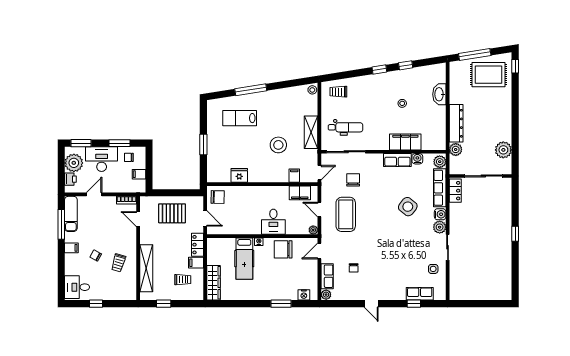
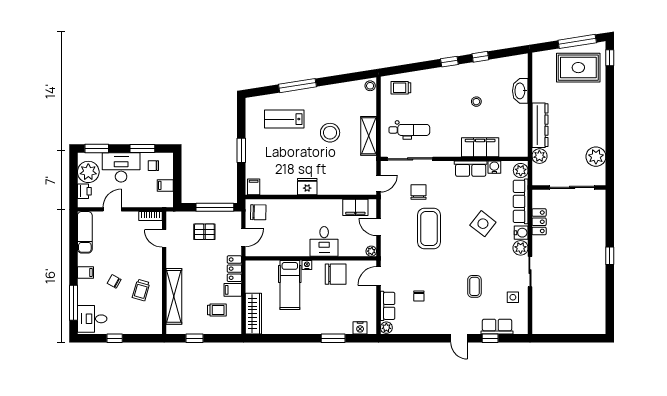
window: (475, 54) -> (577, 41), moved
stool: (278, 145) -> (330, 133), moved
fridge: (239, 175) -> (307, 187), moved
filing cabinet: (294, 176) -> (254, 187), moved
locker: (455, 191) -> (539, 222), moved
window: (181, 193) -> (215, 207), added
pallet: (172, 213) -> (204, 232), width x0.67, depth x0.71
coffee table: (346, 214) -> (429, 228), moved
door: (205, 218) -> (243, 238), hinge flipped
window: (61, 224) -> (73, 303), moved
chair: (283, 249) -> (336, 274), turned 180
coffee table: (401, 260) -> (474, 286), added
door: (371, 304) -> (459, 338), moved

